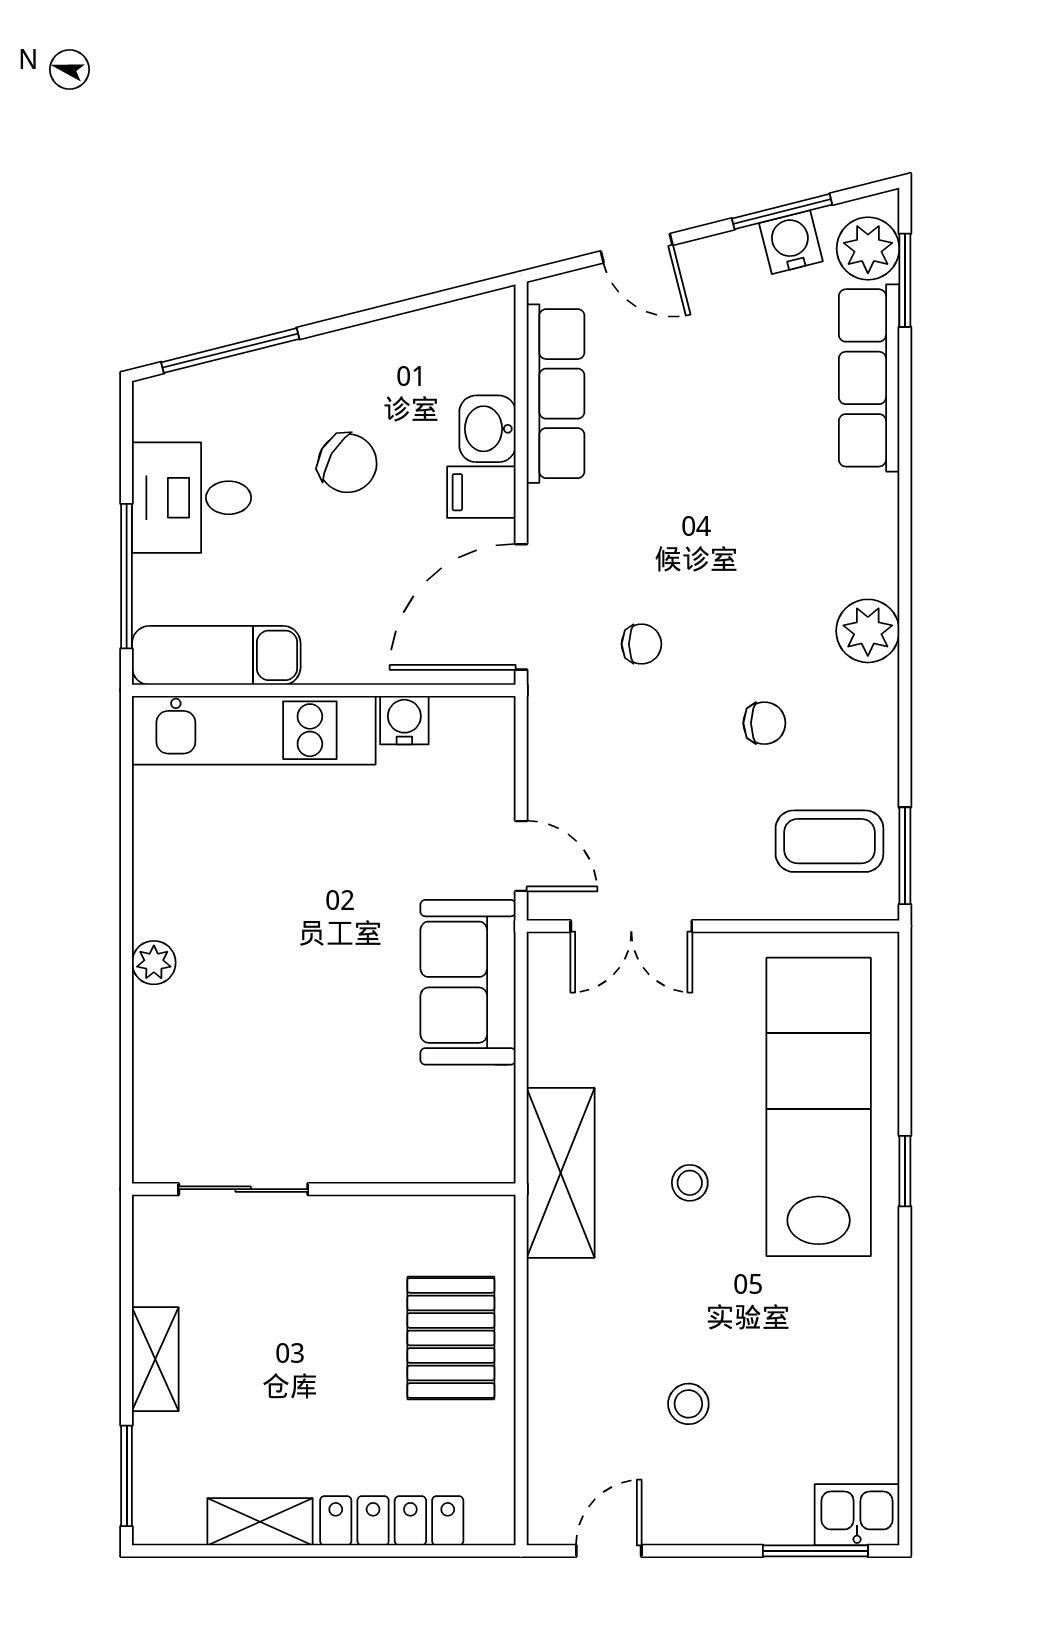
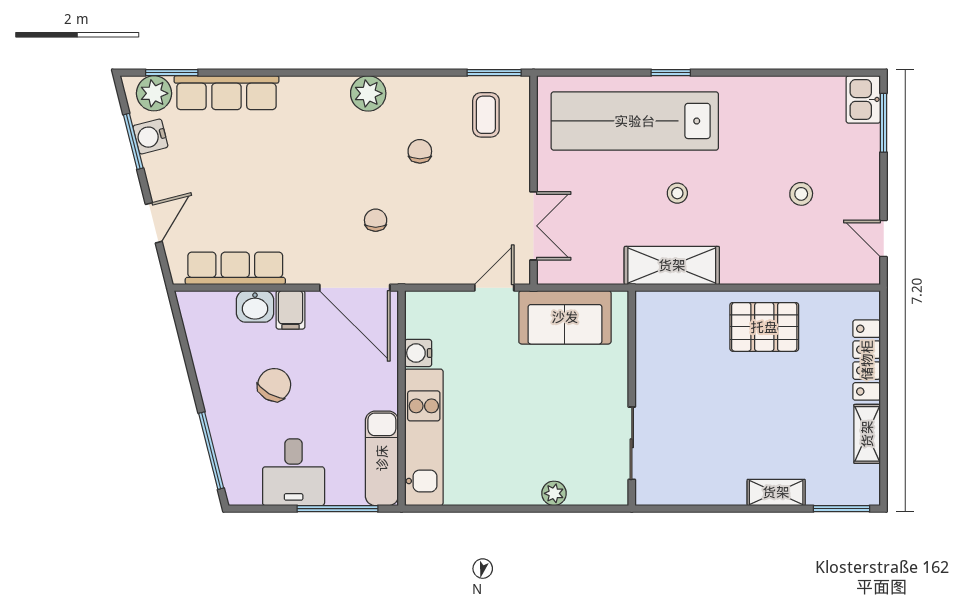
coffee table: (829, 841) -> (486, 115), width x0.73, depth x0.77
sliding door: (243, 1189) -> (632, 443), moved
wall: (324, 1189) -> (632, 398), moved

